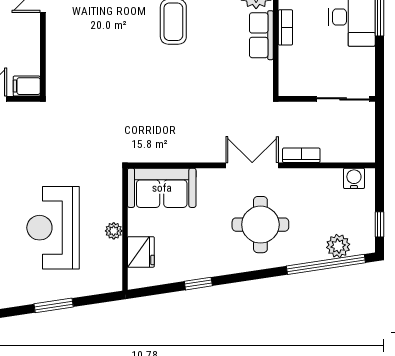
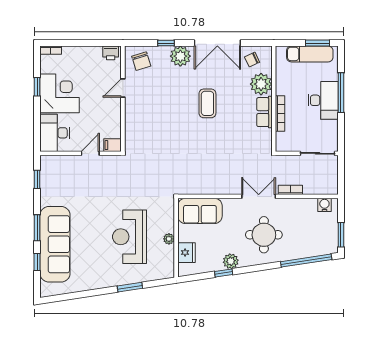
bookcase: (285, 27) -> (280, 113), width x1.56
window: (379, 224) -> (341, 235), width x1.50
plant: (338, 246) -> (231, 261), moved

